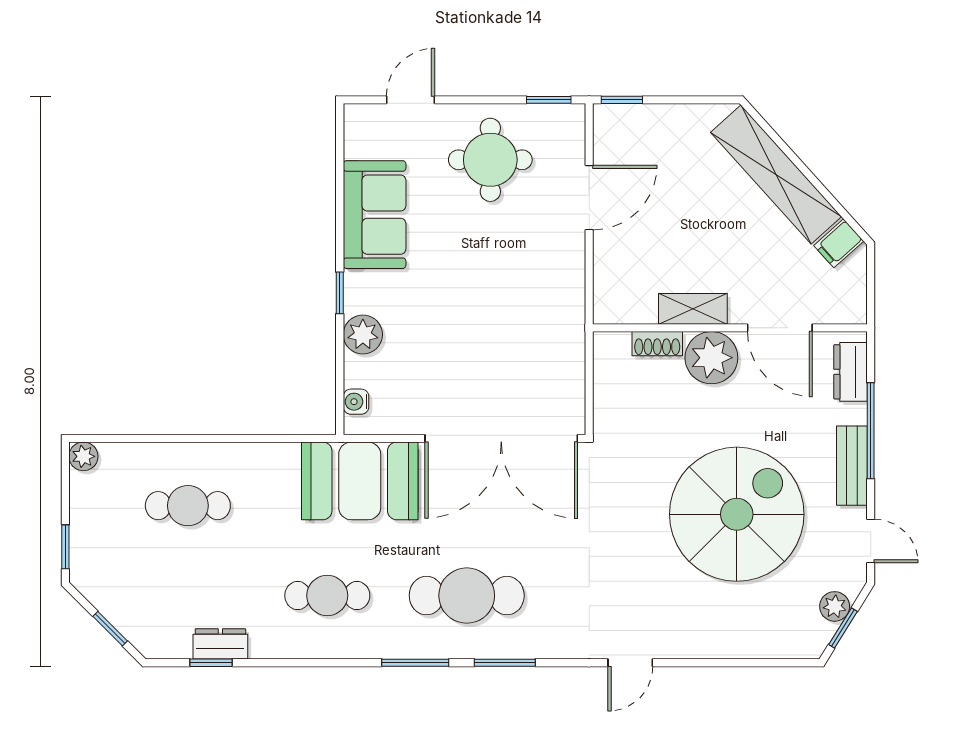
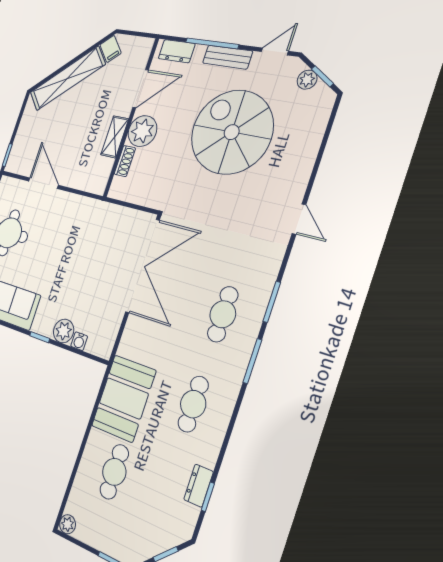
water cooler: (356, 402) -> (79, 341), moved
booth: (360, 481) -> (124, 398), moved
cafe table: (467, 596) -> (223, 314), width x0.73, depth x0.74

